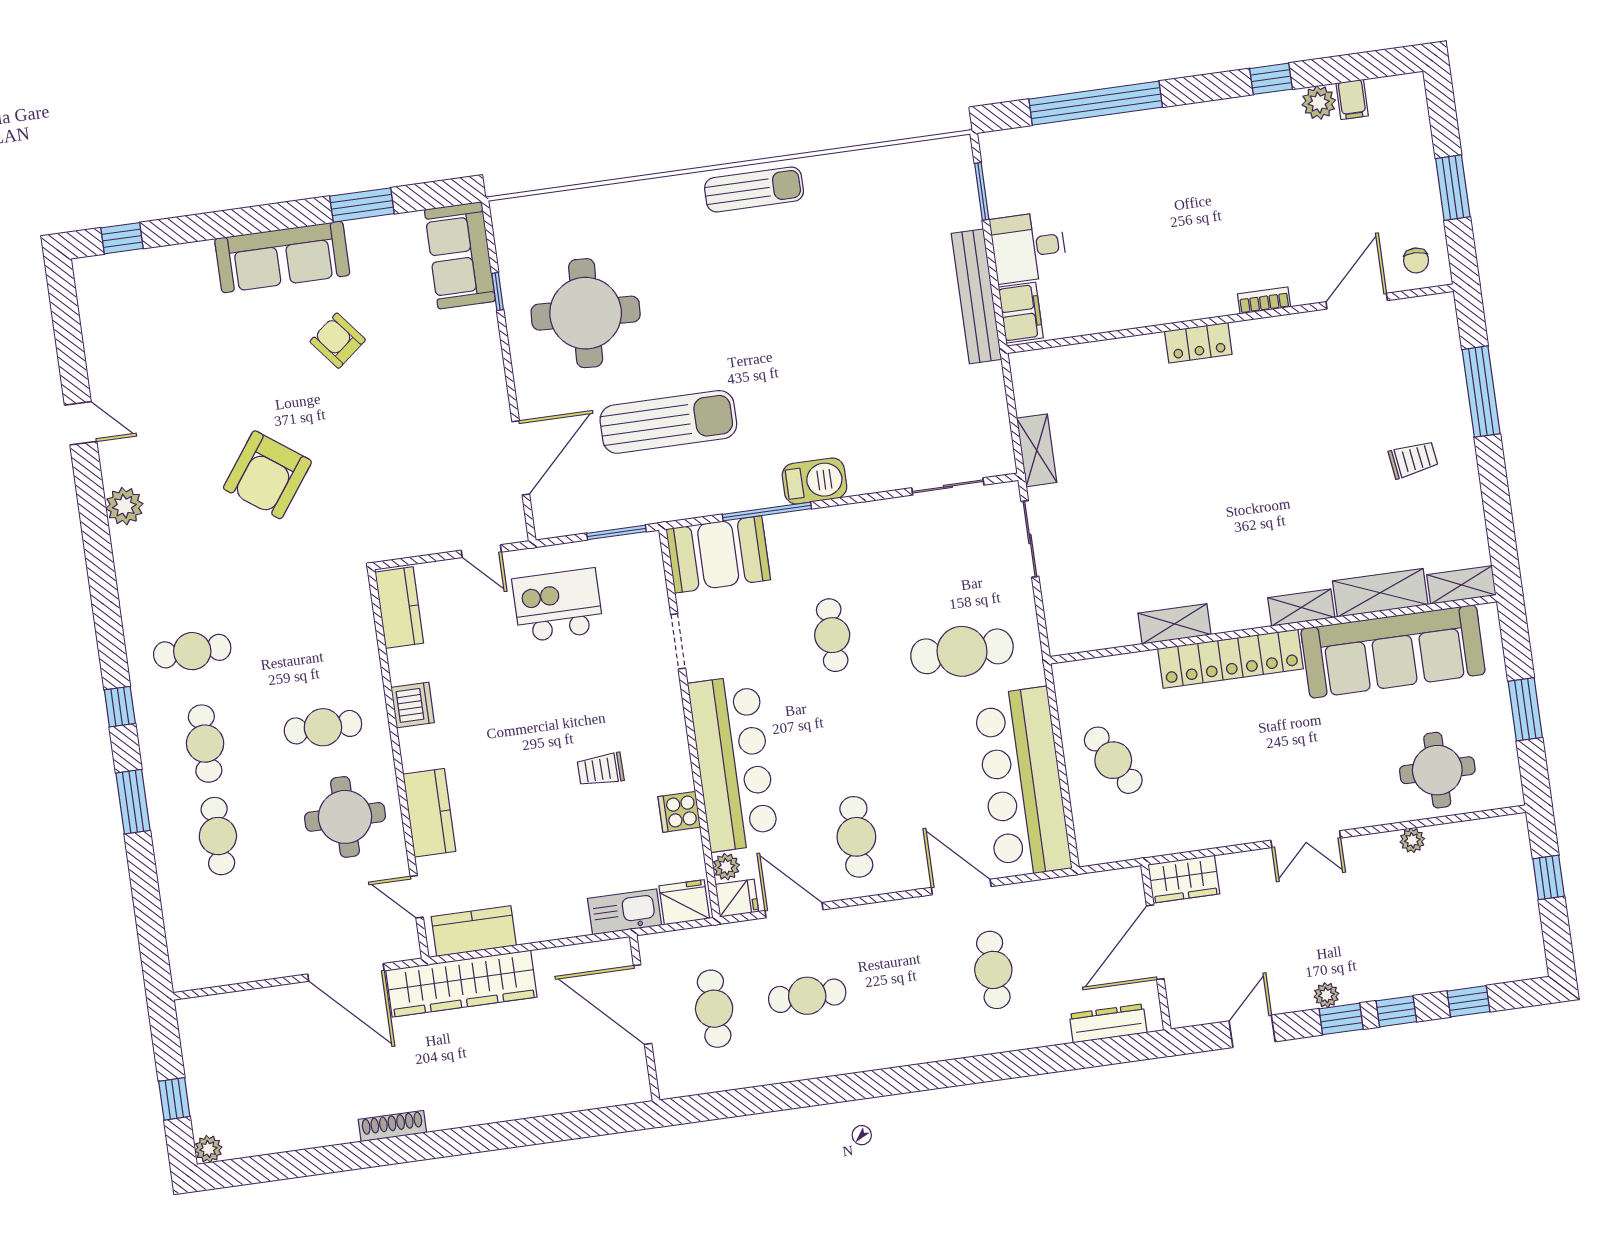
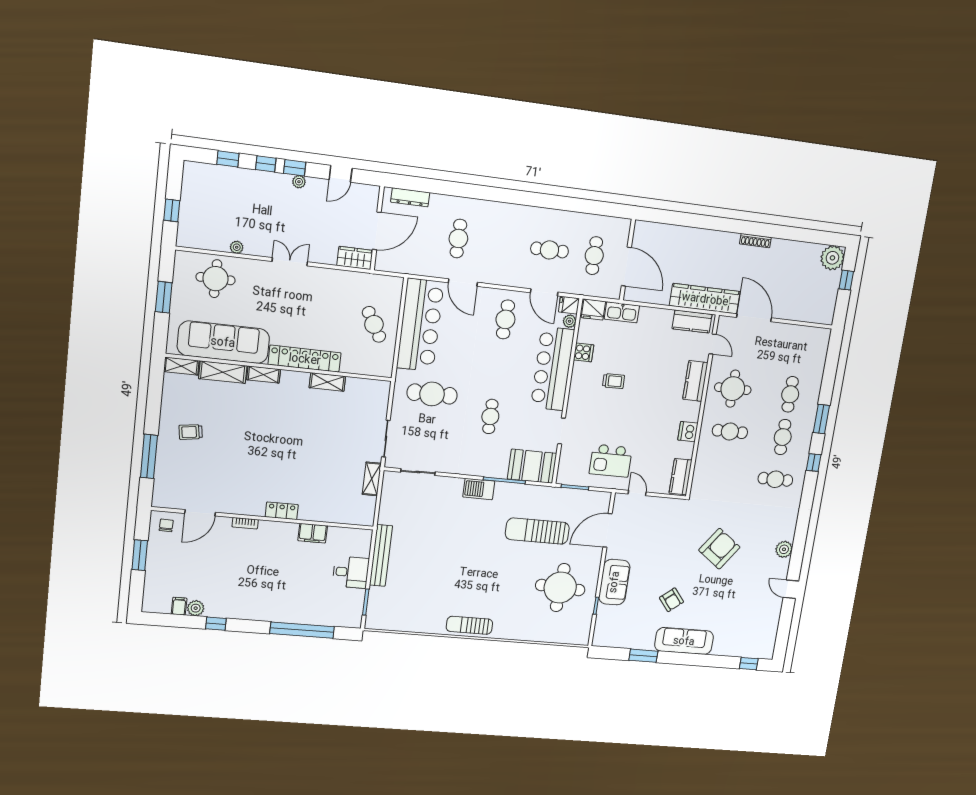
sofa: (460, 255) -> (614, 582), moved
filing cabinet: (1021, 313) -> (313, 533), moved, turned -90
plant: (208, 1149) -> (832, 258), width x1.88, depth x1.88

